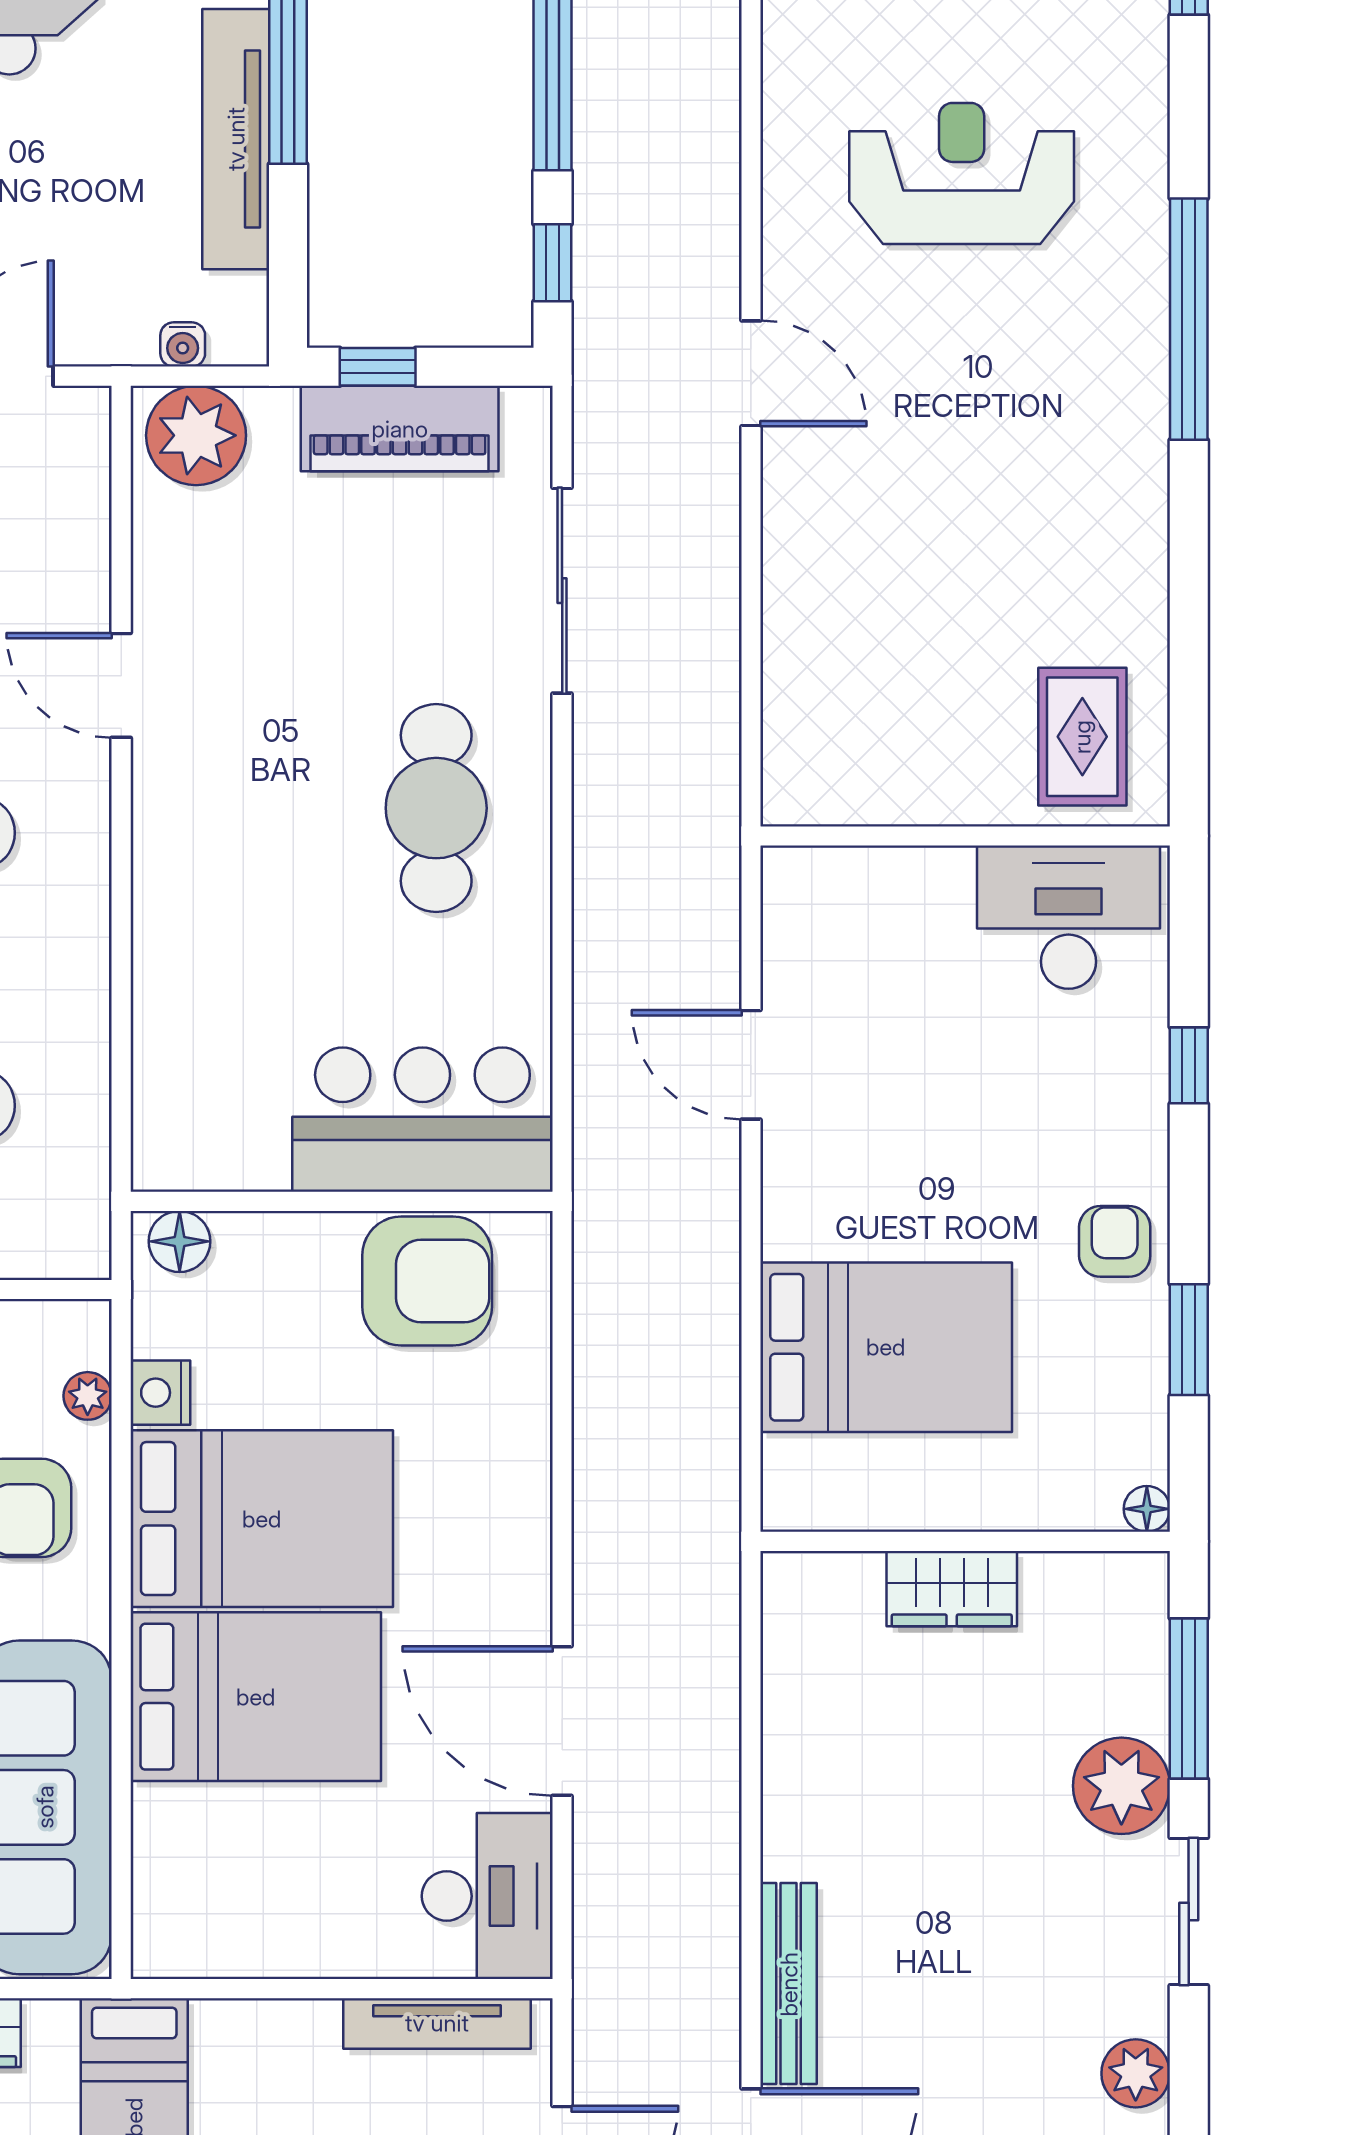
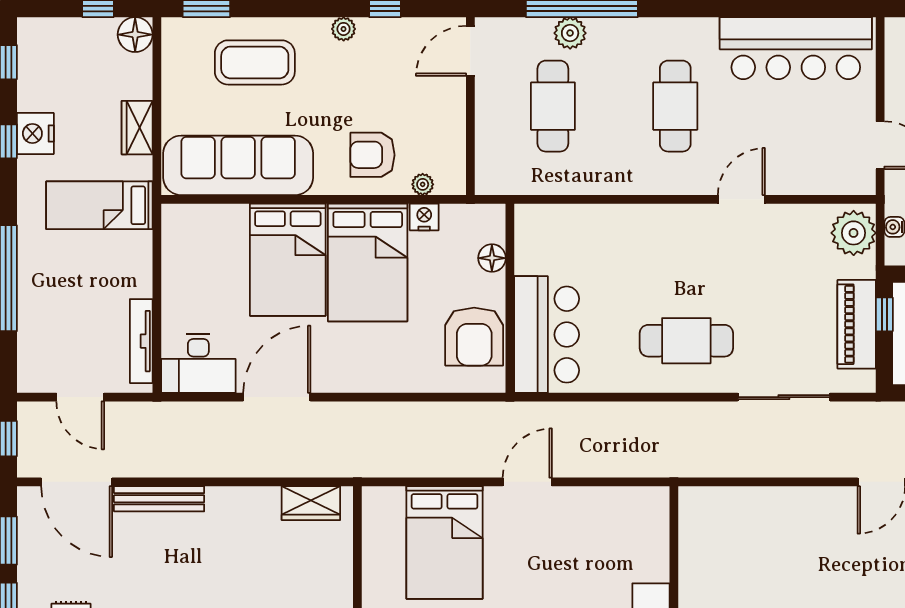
door: (751, 1065) -> (527, 482), moved
floor lamp: (180, 1241) -> (492, 258), moved
wardrobe: (952, 1589) -> (311, 503), moved, turned -90

